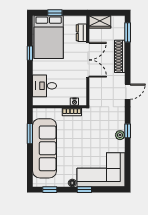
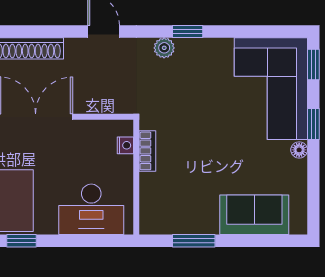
desk: (45, 86) -> (91, 209), width x1.37
plant: (120, 135) -> (164, 48), moved
sofa: (44, 148) -> (254, 215), width x0.54, depth x0.79
window: (50, 190) -> (313, 65), moved

